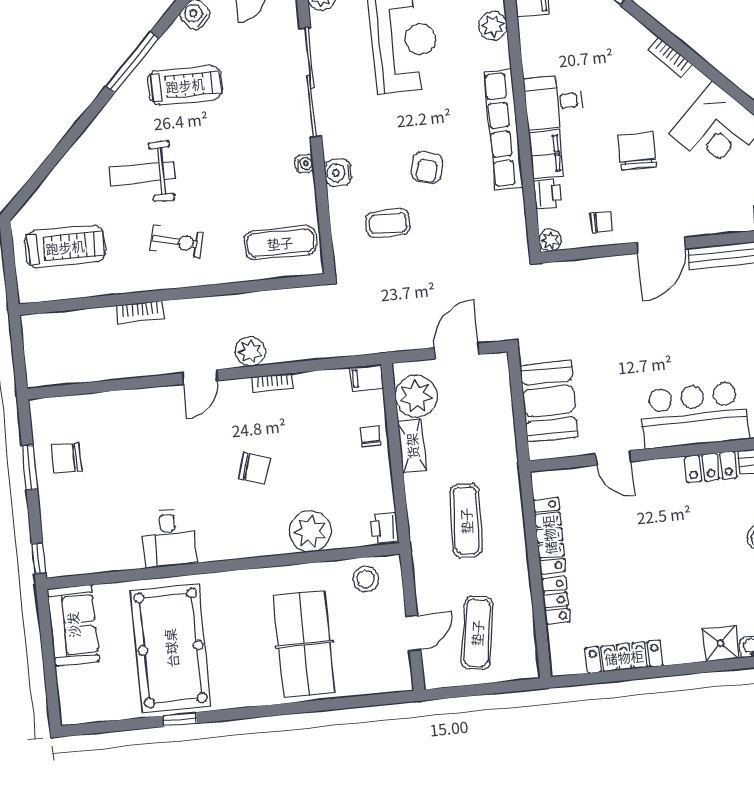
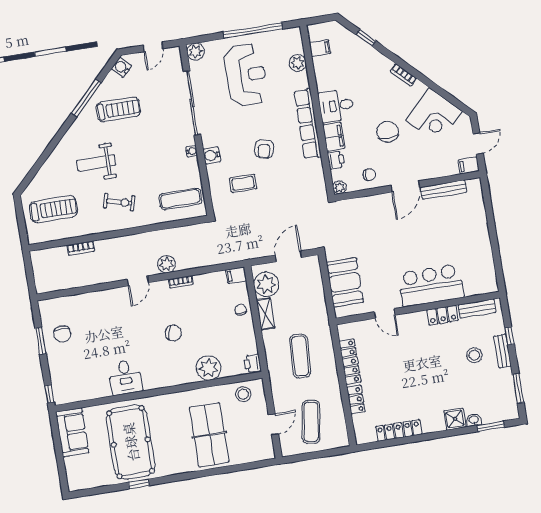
bookcase: (140, 312) -> (81, 248), moved
chair: (67, 458) -> (62, 334), turned -90

